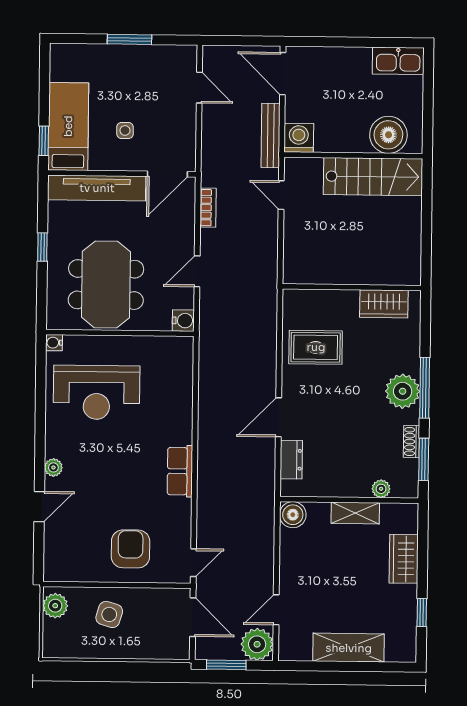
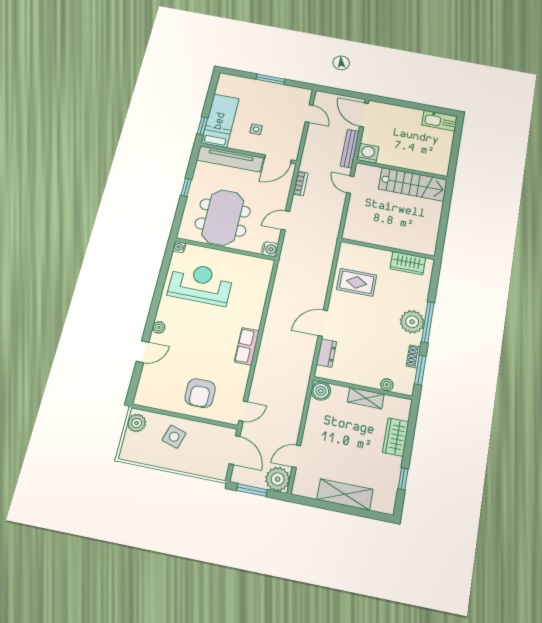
boiler: (388, 135) -> (427, 162), removed
reception desk: (96, 392) -> (201, 284), turned 180
armchair: (130, 549) -> (200, 393), turned 180

